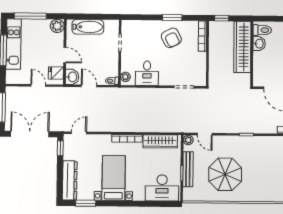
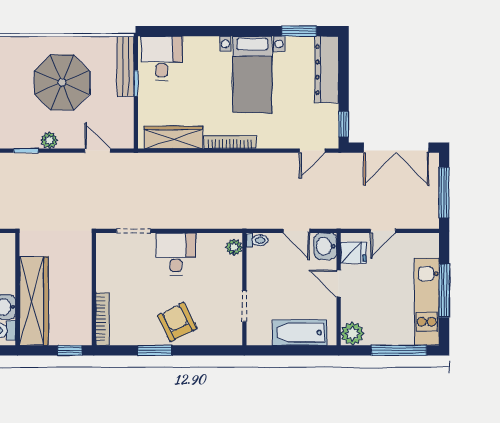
armchair: (171, 38) -> (177, 322), moved
desk: (147, 73) -> (176, 254), moved
door: (38, 85) -> (383, 231), hinge flipped
plant: (188, 140) -> (49, 140), moved
bench: (188, 169) -> (126, 66), moved
desk: (162, 188) -> (162, 58), width x0.73

